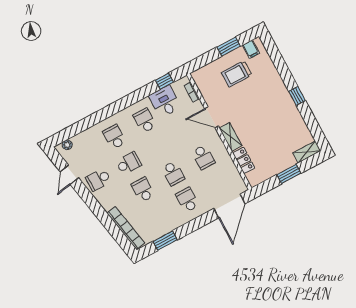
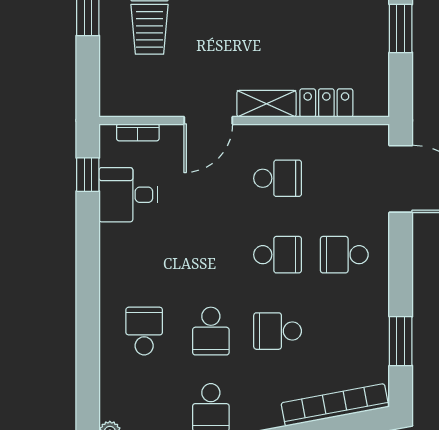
school desk: (145, 121) -> (144, 255), removed
school desk: (114, 137) -> (144, 331), turned 90
school desk: (129, 163) -> (211, 331), turned 180

